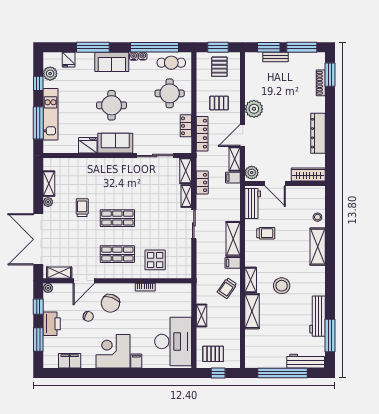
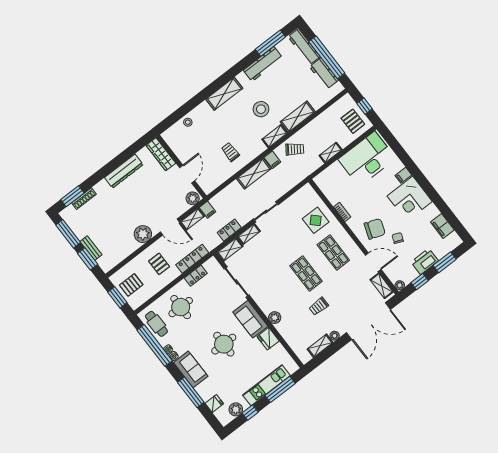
plant: (101, 164) -> (275, 318), added
workbench: (253, 204) -> (324, 73), moved, turned -90
shelving: (318, 247) -> (224, 94), moved

